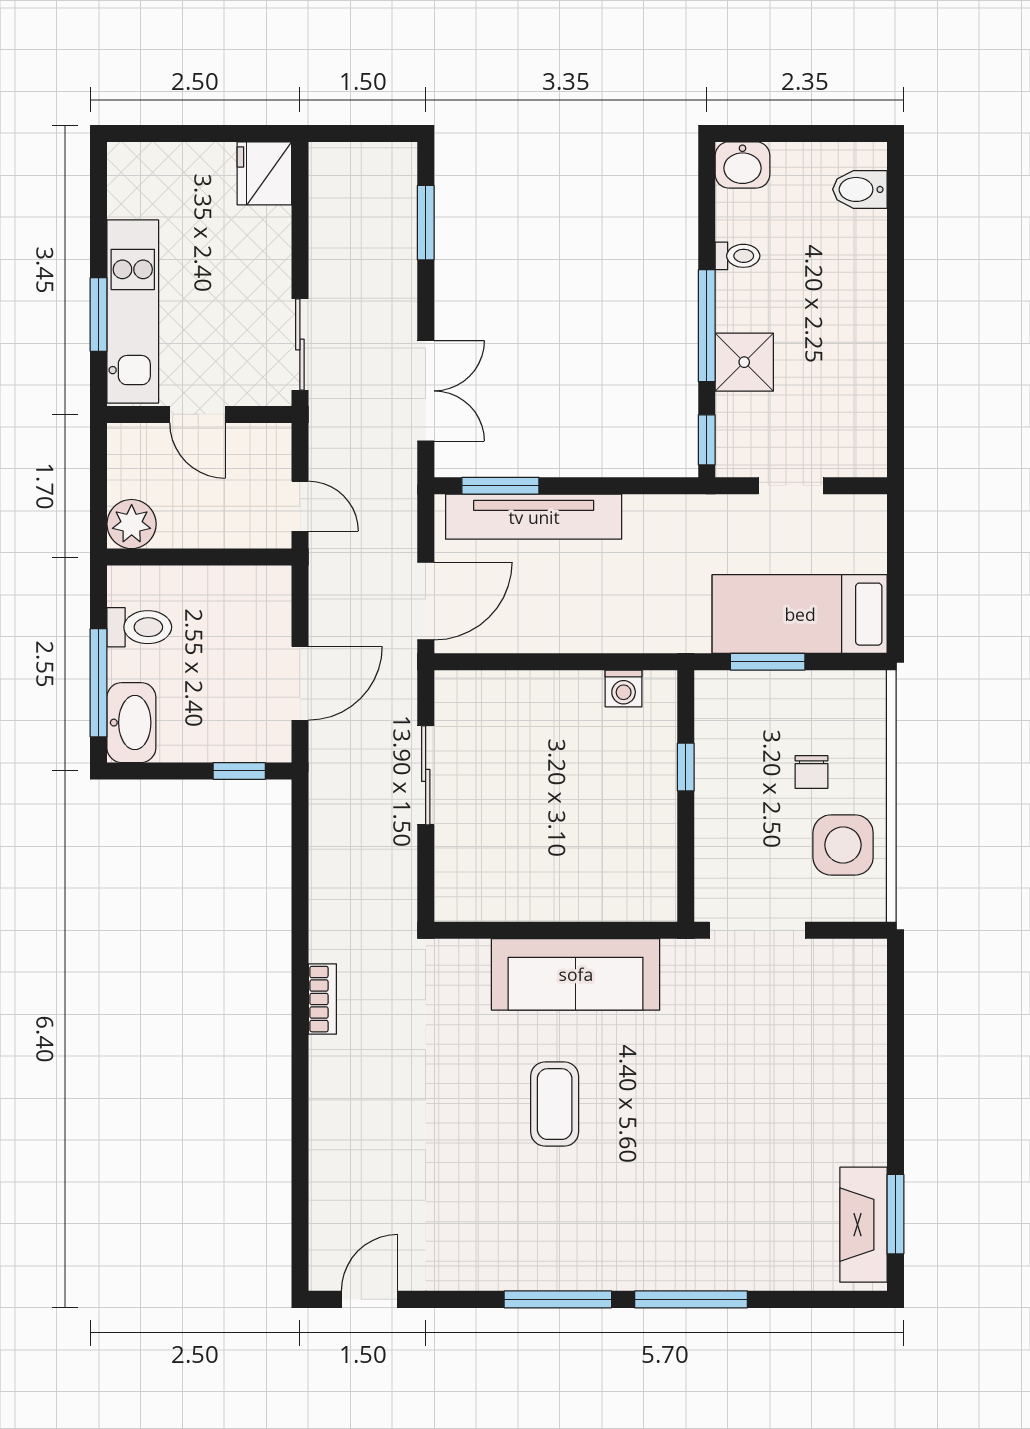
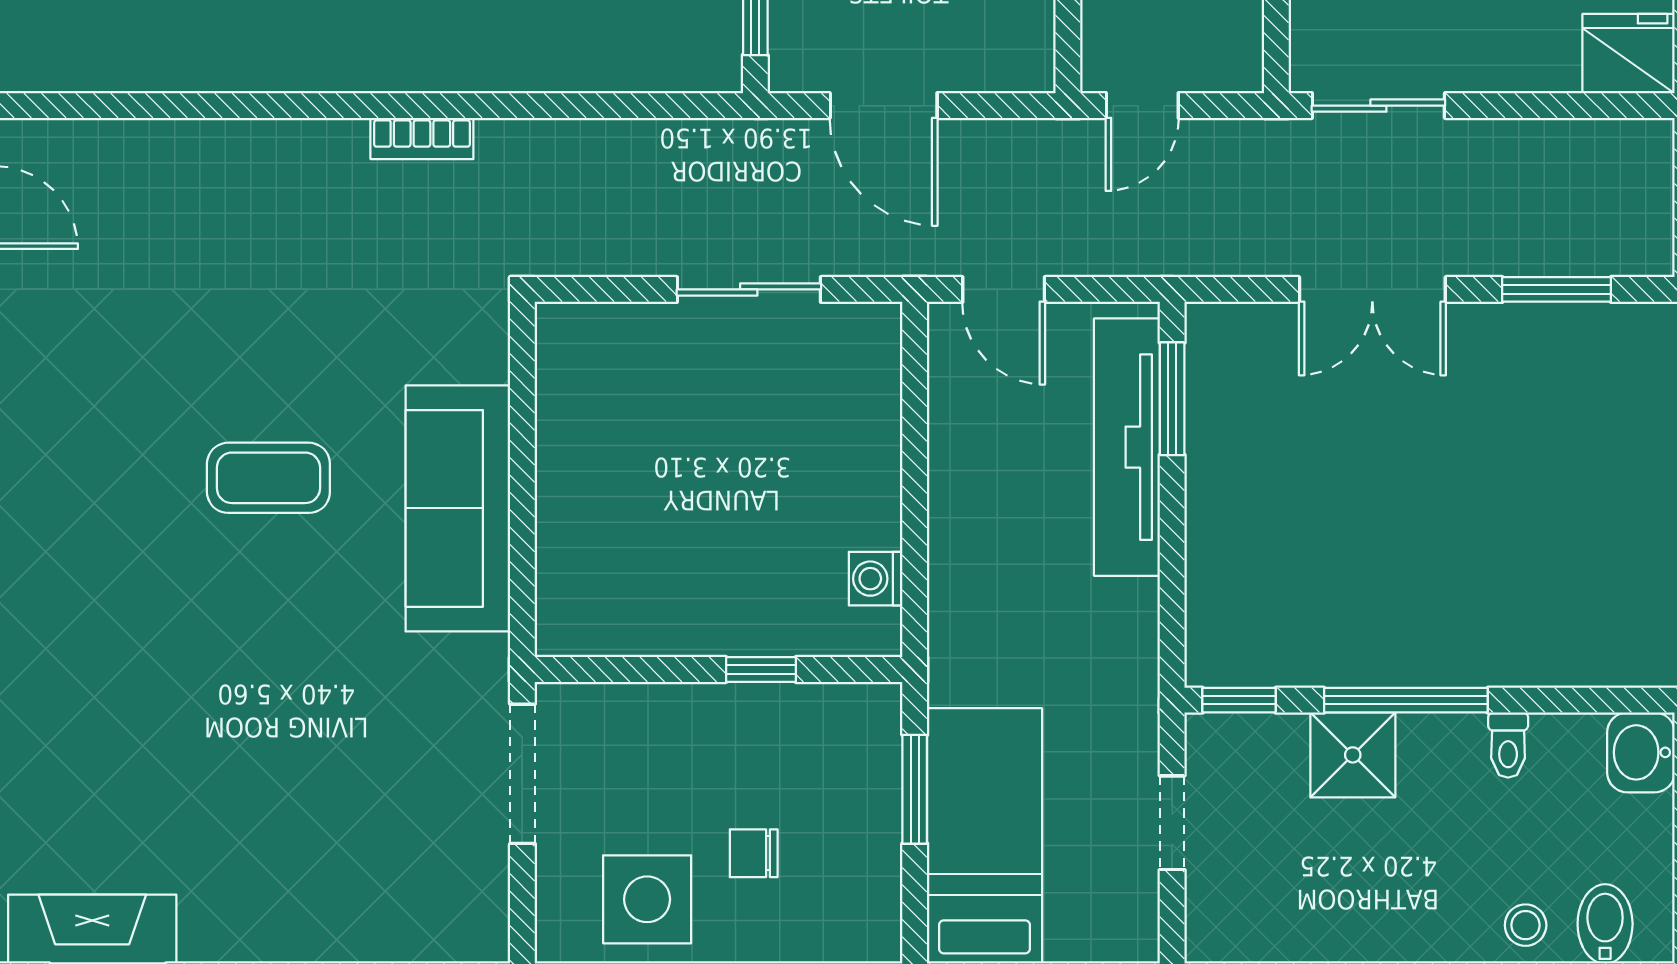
stool: (861, 244) -> (1526, 925), added
double door: (426, 391) -> (1372, 289), moved
door: (426, 601) -> (1004, 289), width x0.73

